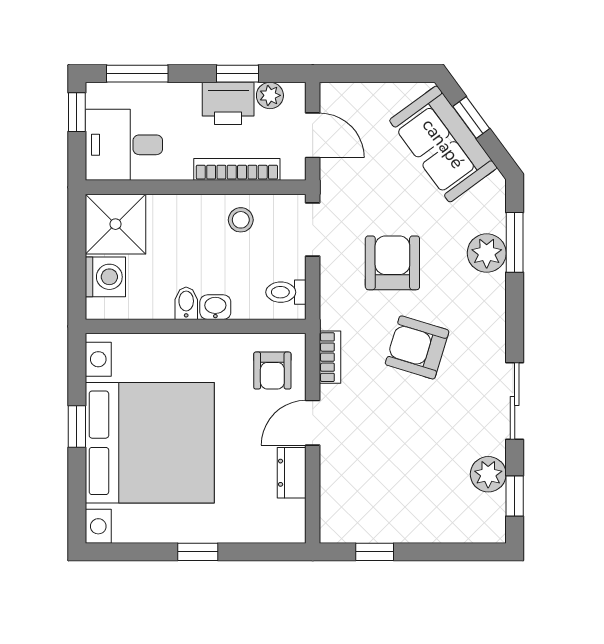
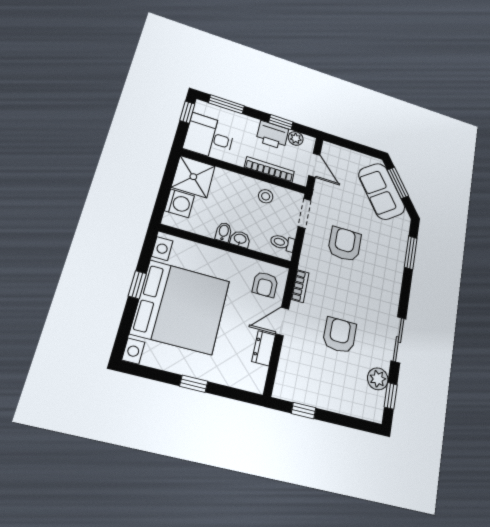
window: (471, 118) -> (398, 183), width x1.50
plant: (487, 253) -> (395, 254), removed
armchair: (417, 347) -> (340, 335), moved, turned 73

